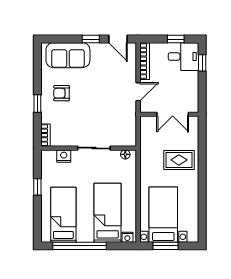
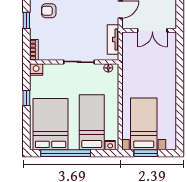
tv unit: (130, 124) -> (113, 40), added
nightstand: (64, 156) -> (36, 69), moved
rug: (179, 160) -> (158, 73), removed
bed: (63, 215) -> (51, 124), width x1.50

